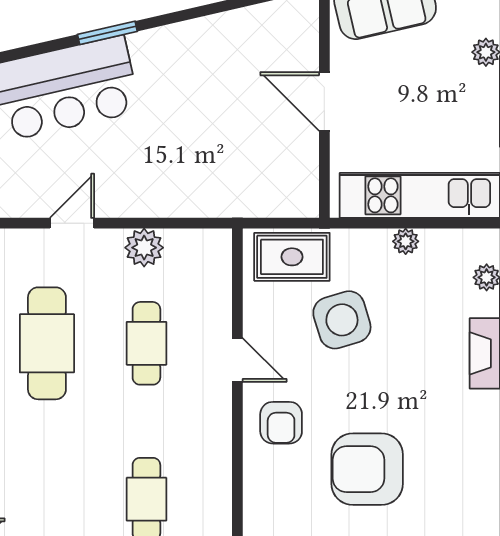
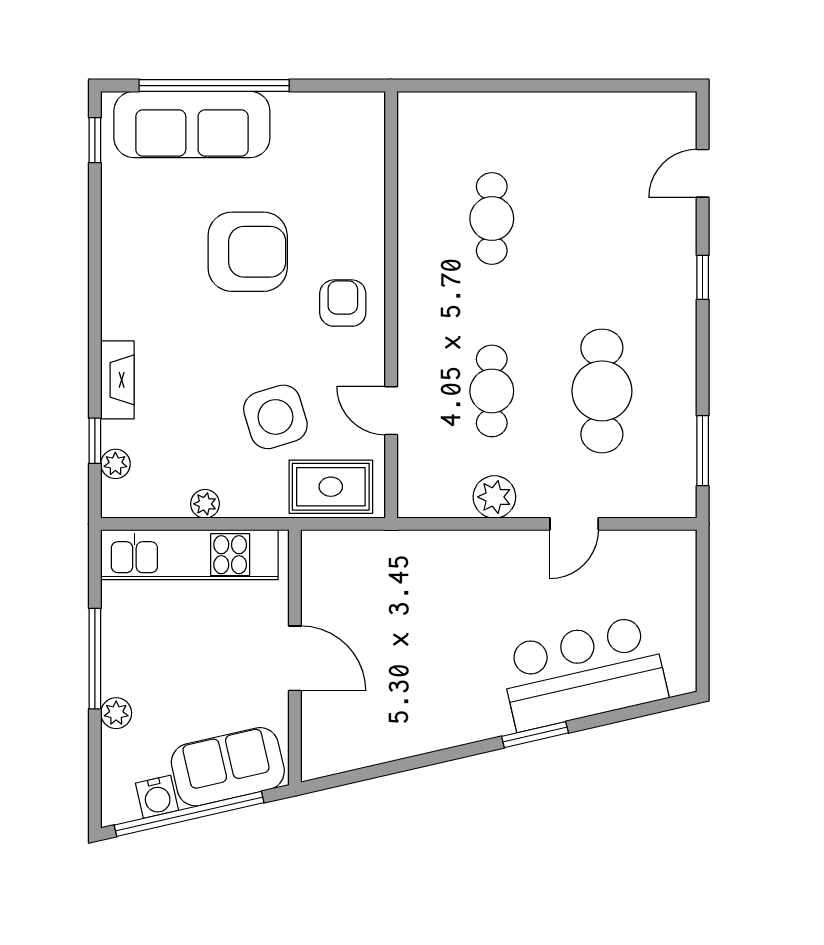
door: (237, 360) -> (391, 411), moved

